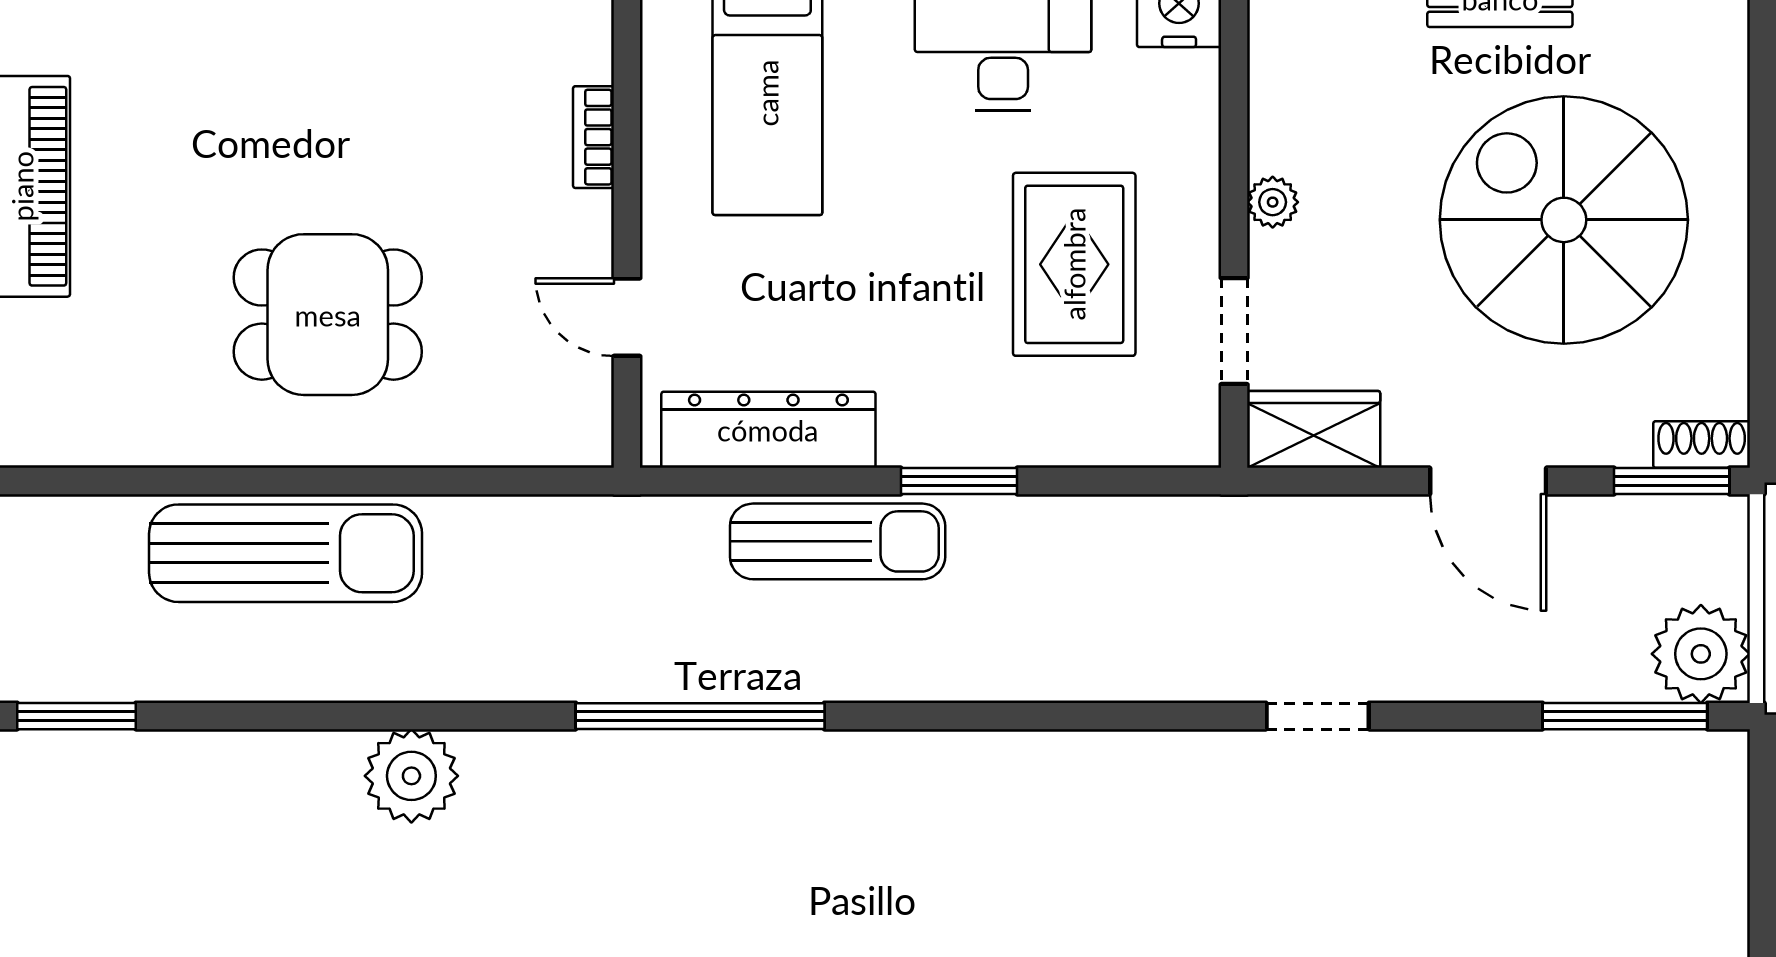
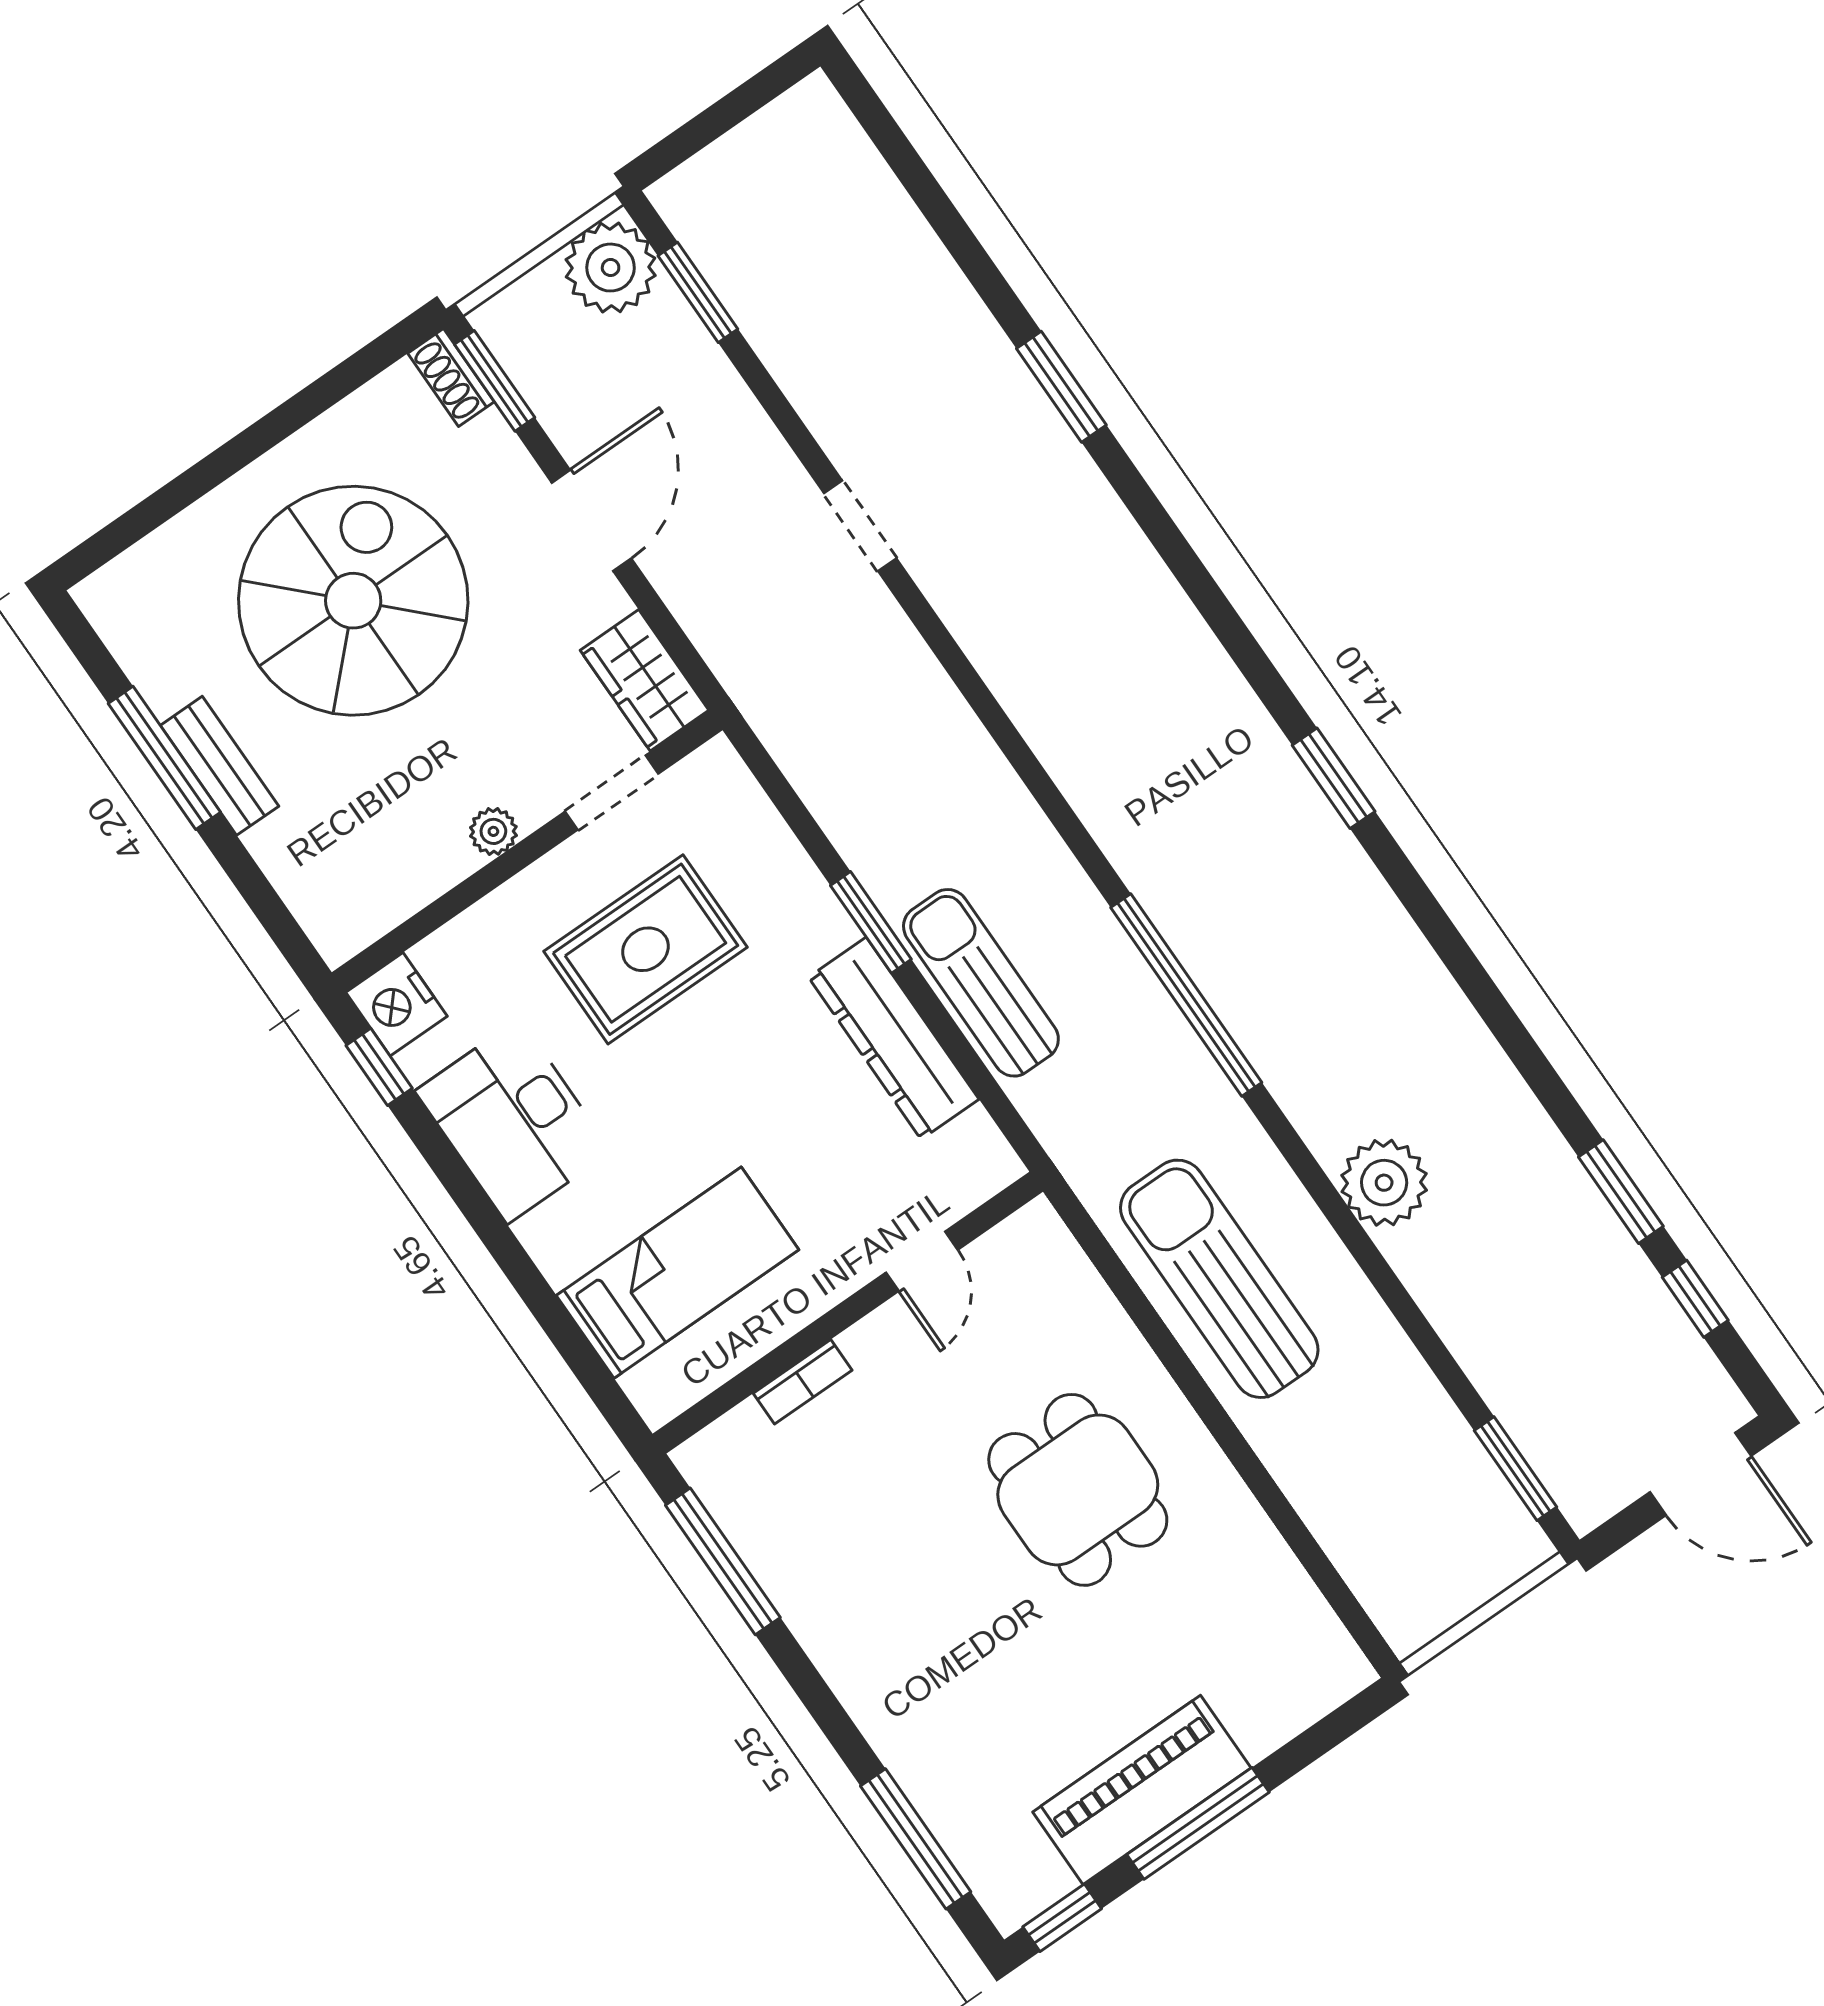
spiral stairs: (1564, 220) -> (353, 601), turned 180
dresser: (768, 430) -> (894, 1038), moved
sun lounger: (286, 553) -> (1219, 1279), moved
window: (1625, 716) -> (698, 292), width x0.69

